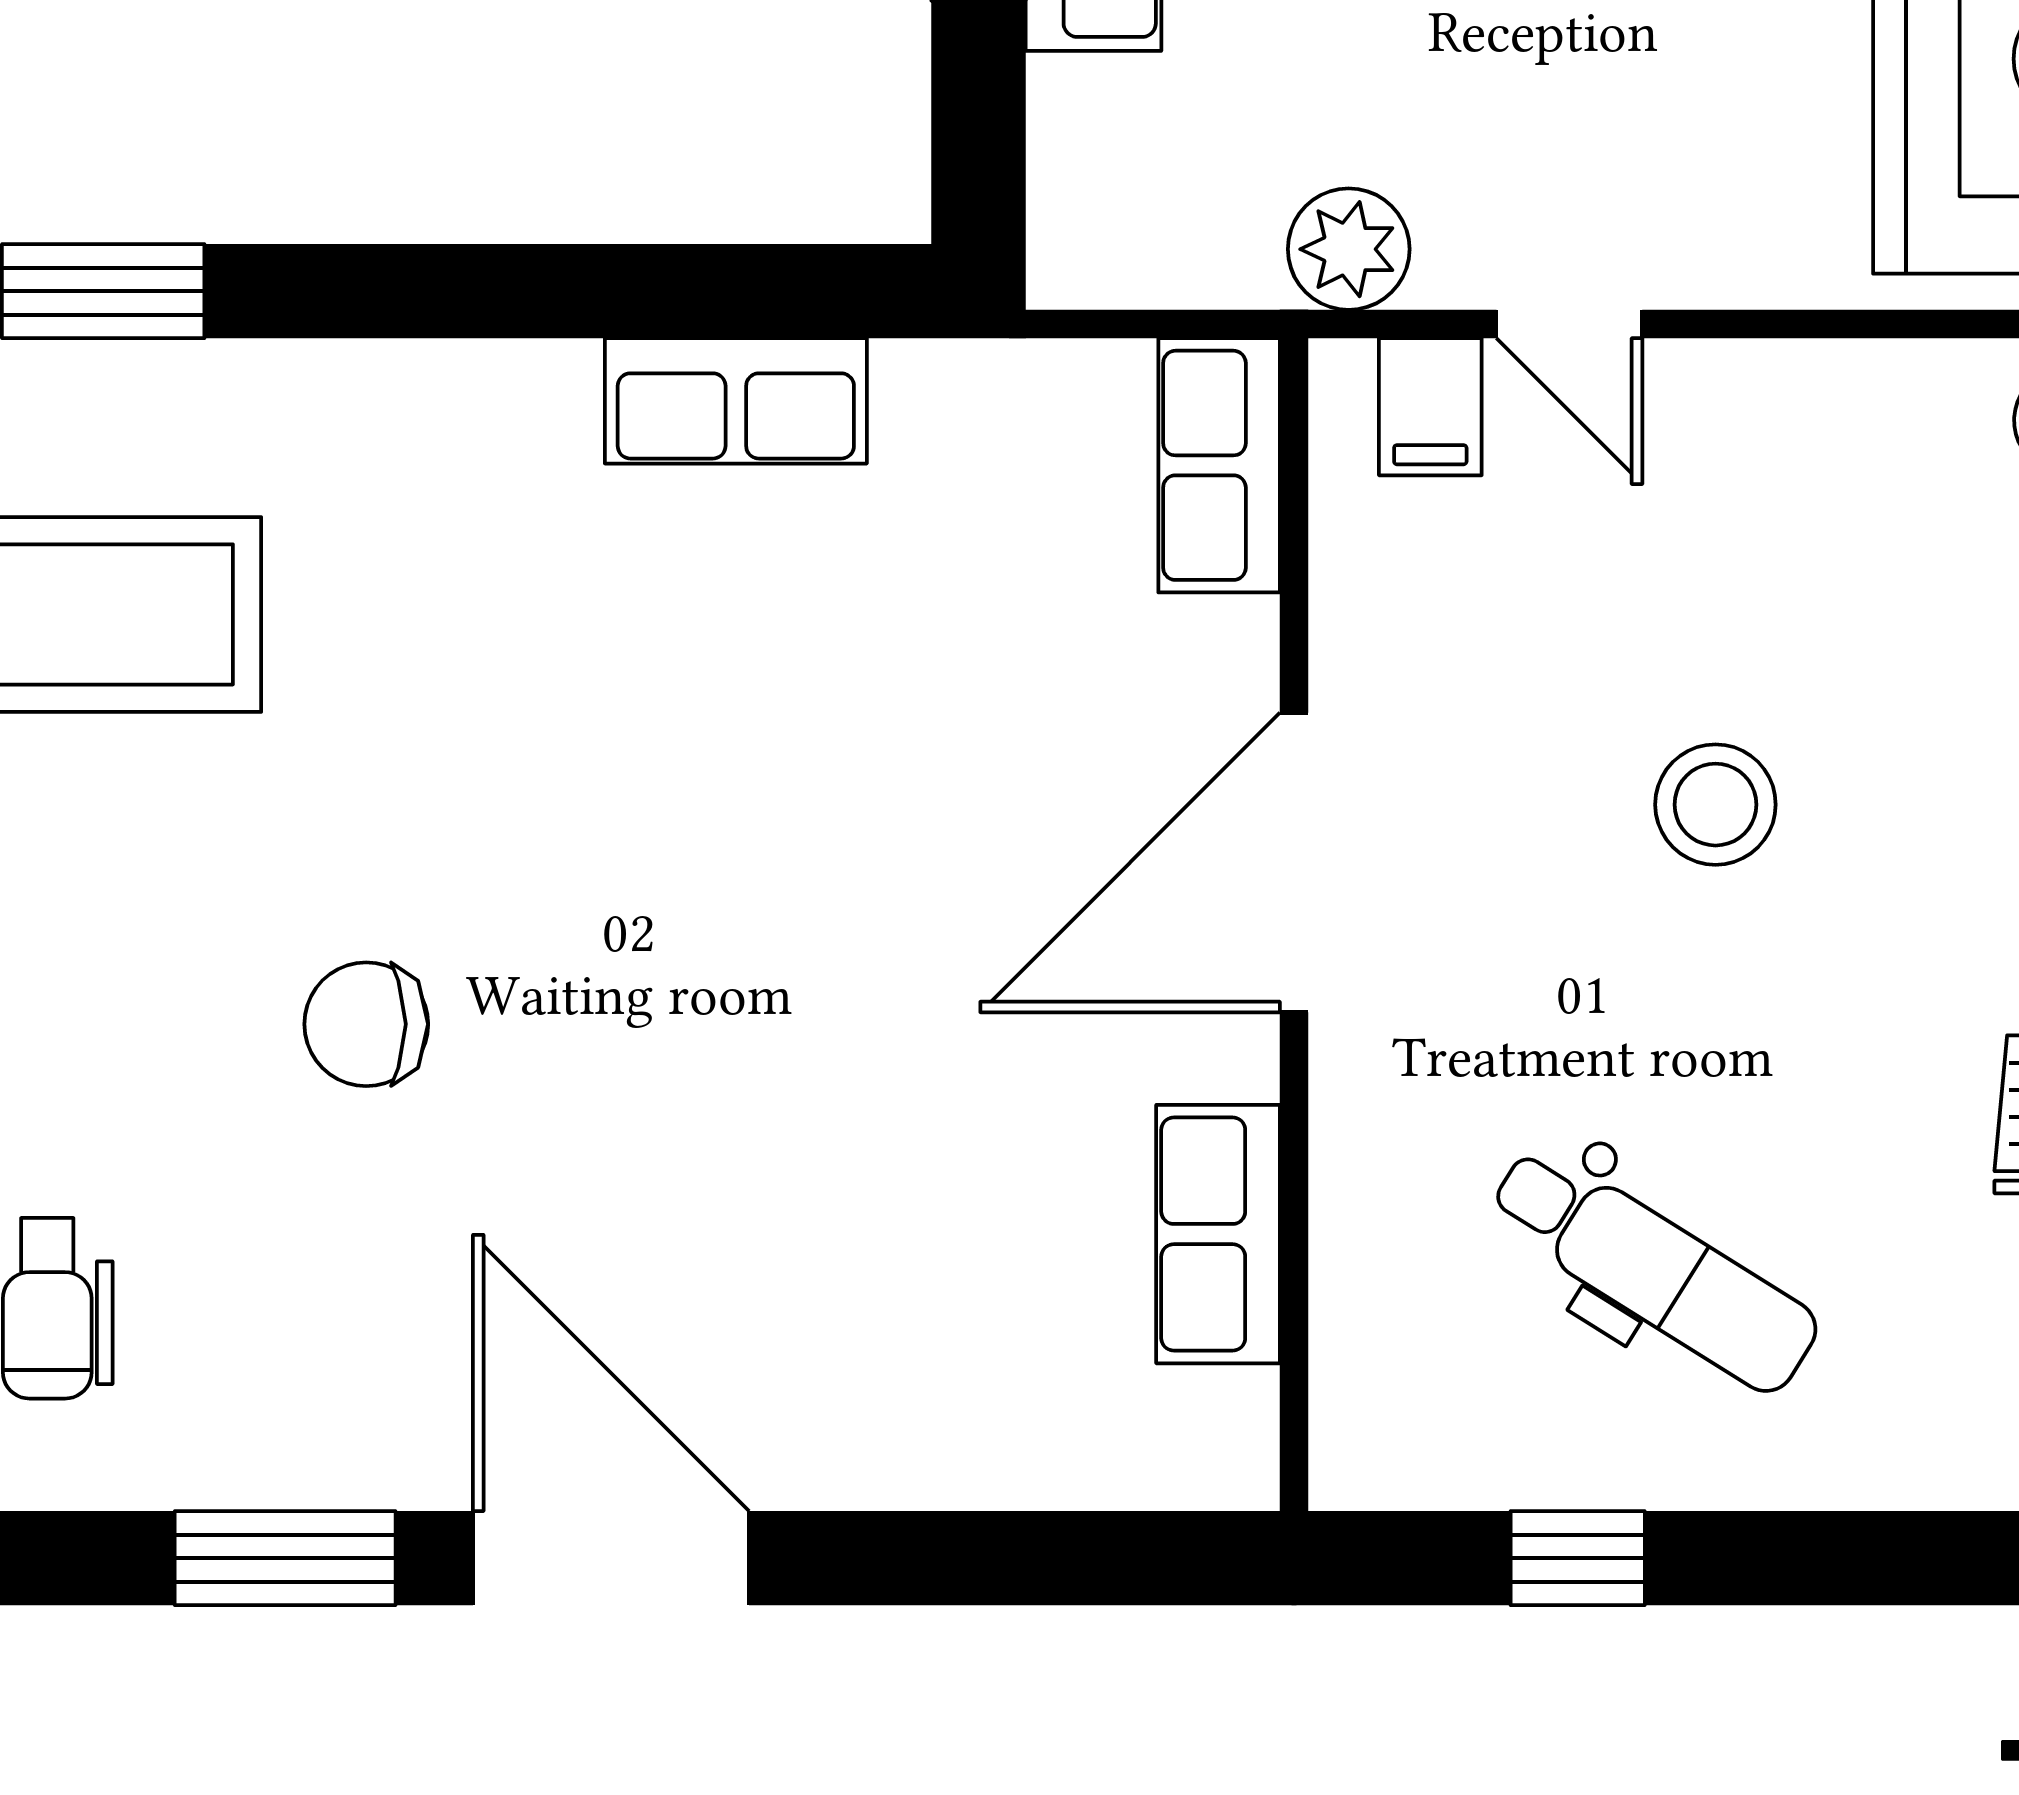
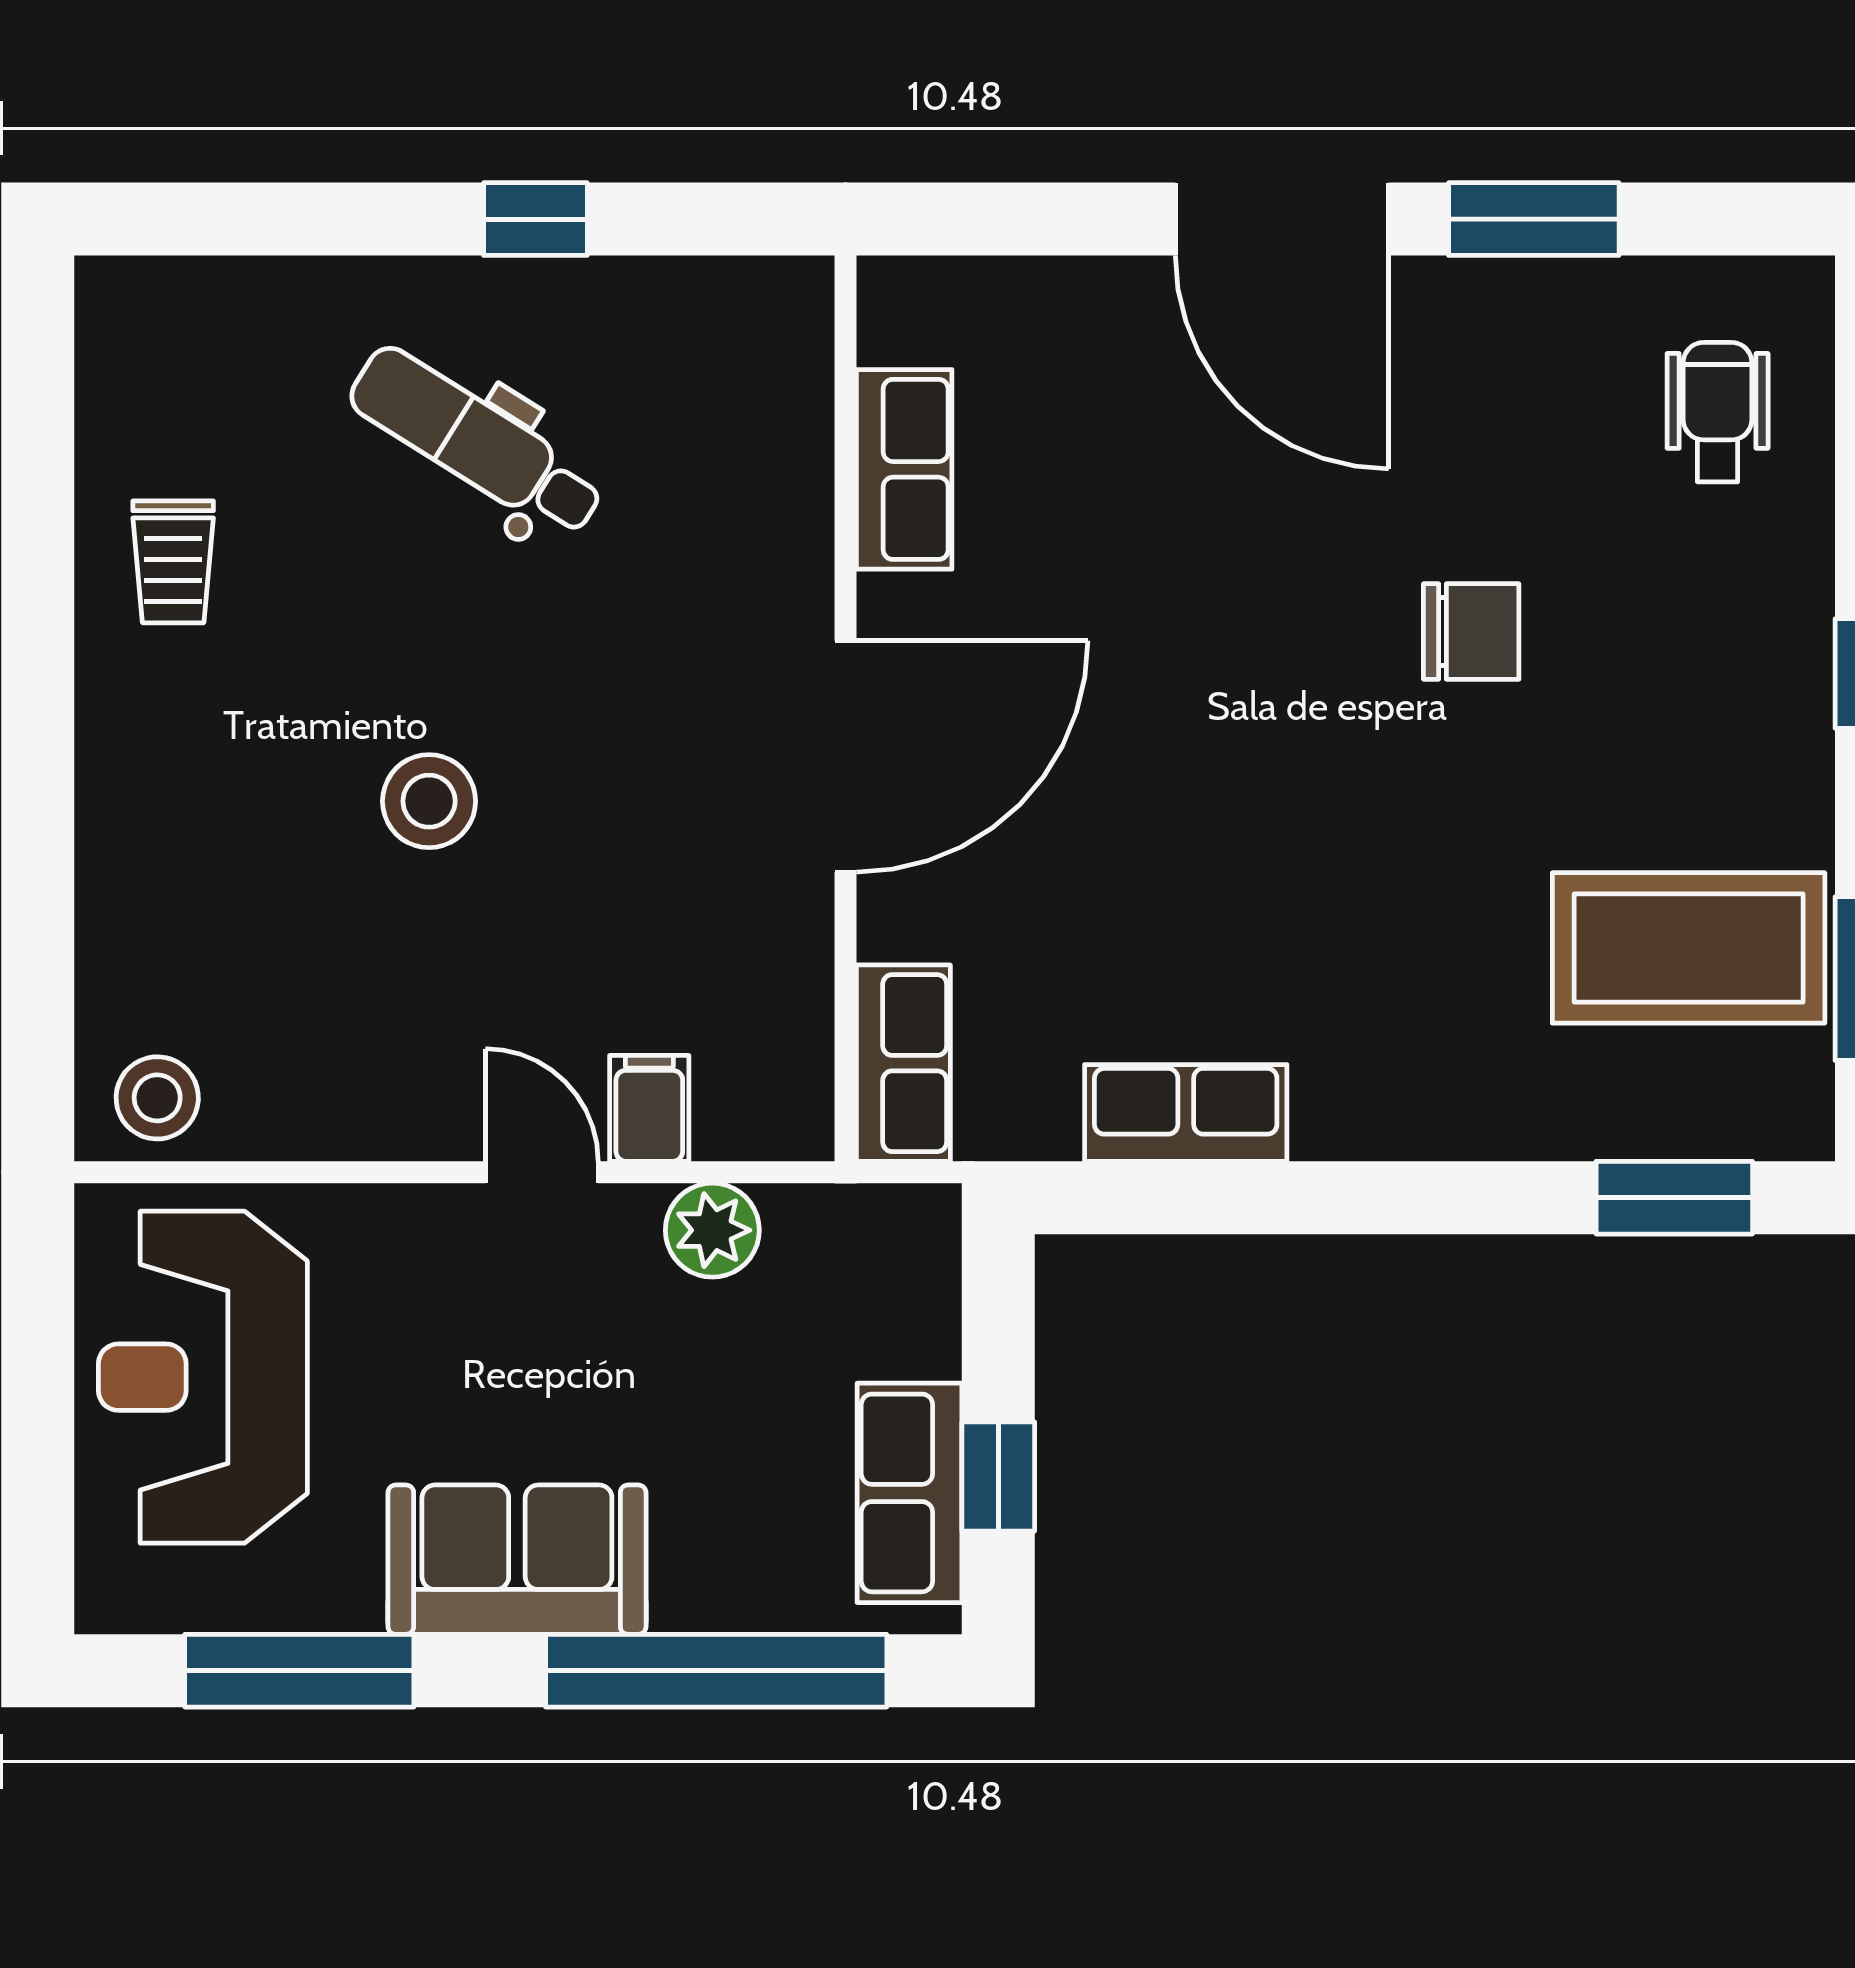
row of seats: (1219, 465) -> (903, 1063), moved
door: (1294, 863) -> (846, 756), moved
wall: (1294, 925) -> (846, 708), moved
row of seats: (1218, 1234) -> (904, 469), moved

